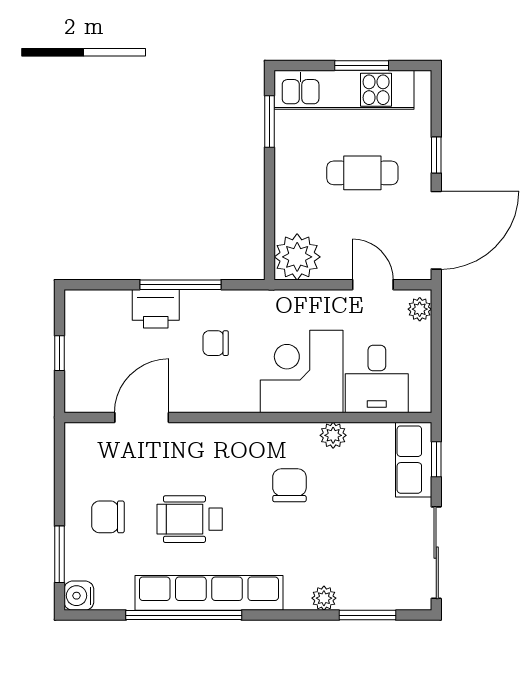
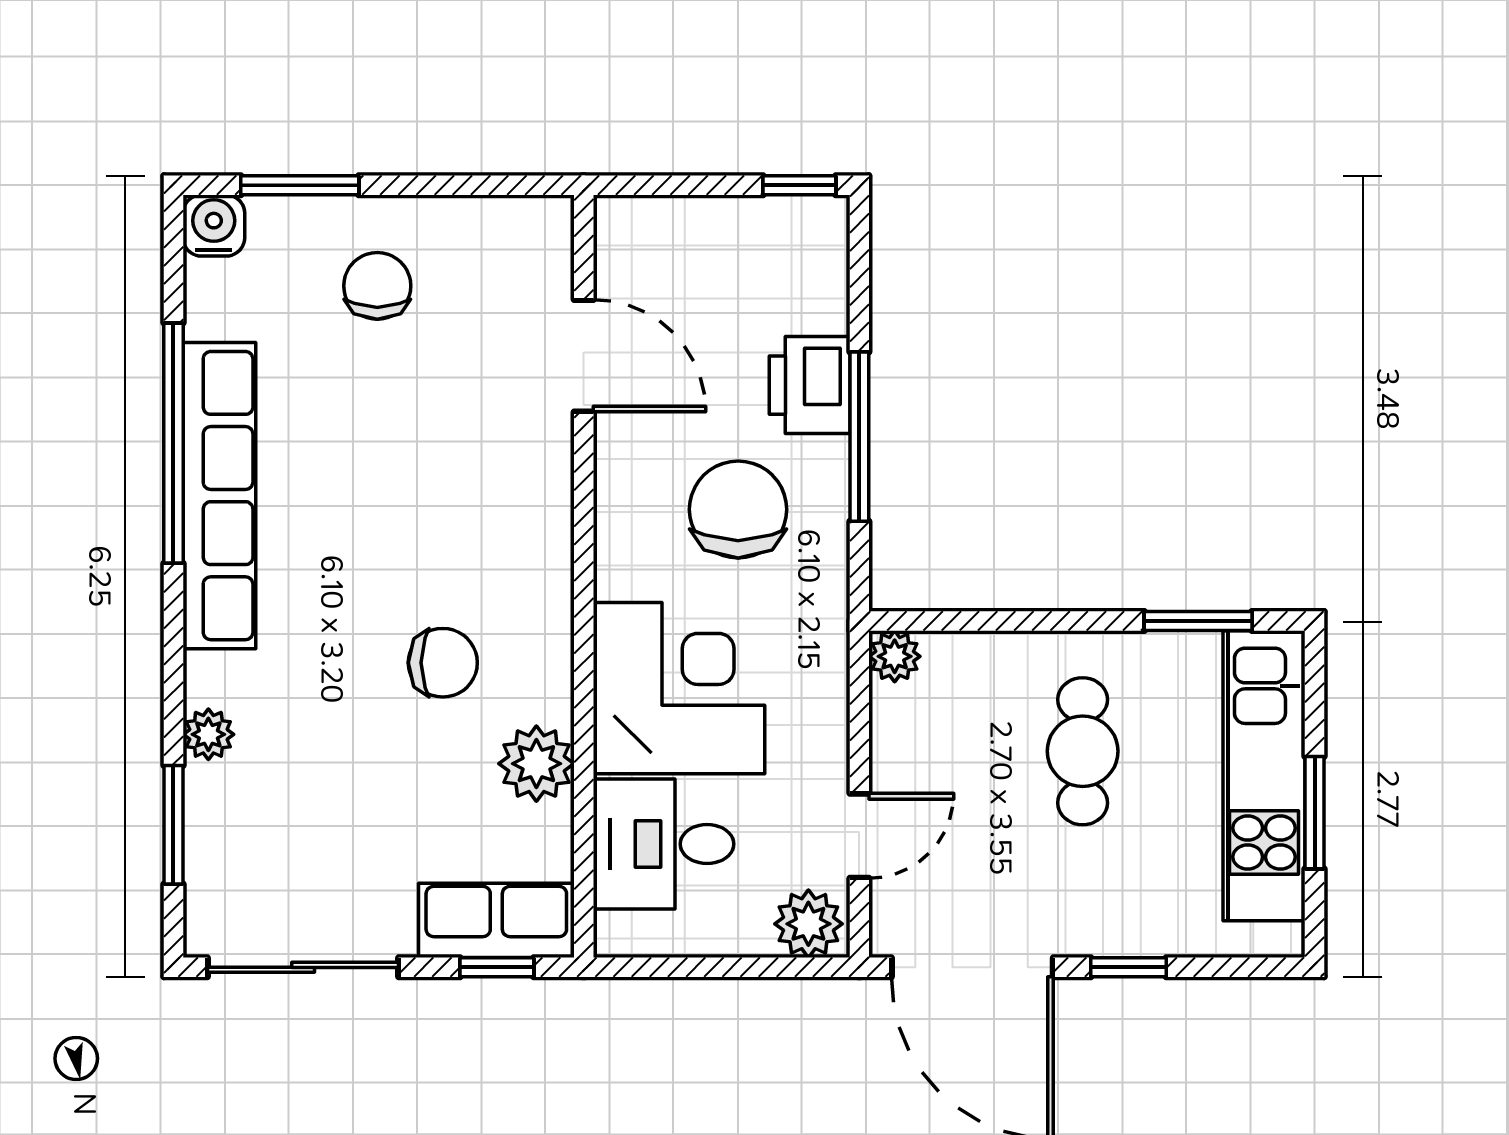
cafe table: (362, 173) -> (1083, 751), moved
plant: (297, 257) -> (895, 656), width x0.53, depth x0.53
plant: (420, 309) -> (808, 924), width x1.38, depth x1.38
chair: (216, 343) -> (738, 509), width x1.87, depth x1.87
window: (59, 353) -> (799, 185), moved
plant: (333, 435) -> (536, 764), width x1.38, depth x1.38
wheelchair: (190, 519) -> (373, 456), removed

